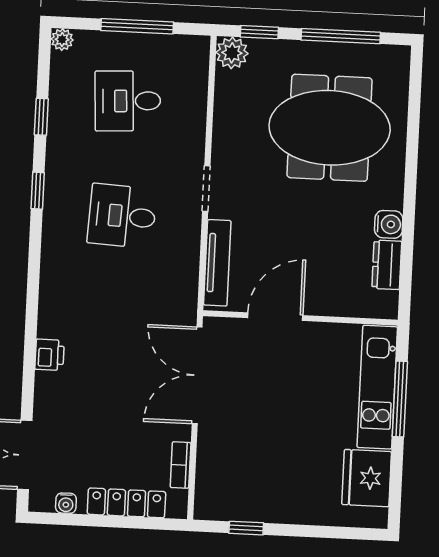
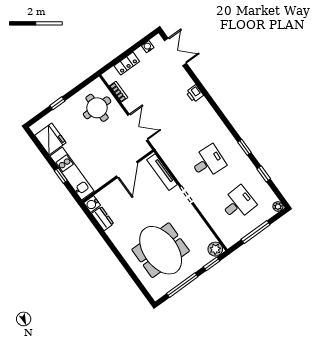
meeting table: (330, 128) -> (161, 250), turned 90
water cooler: (389, 224) -> (92, 204), moved
double door: (197, 375) -> (138, 127), width x0.73
window: (400, 399) -> (61, 176), width x0.46
round table: (241, 467) -> (97, 108), added
locker: (126, 503) -> (127, 64), width x0.66
window: (246, 528) -> (57, 103), moved

